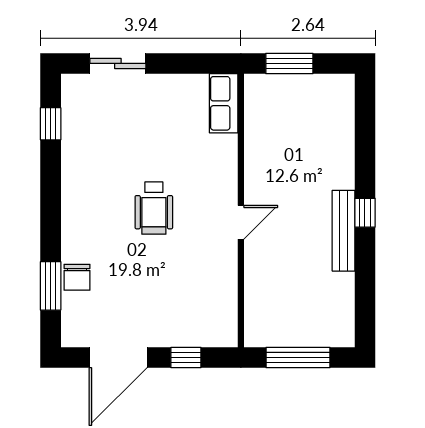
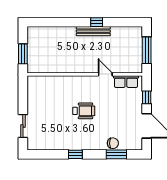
row of seats: (224, 103) -> (126, 82), moved
window: (51, 124) -> (75, 154), moved
window: (365, 213) -> (97, 22), moved
door: (241, 222) -> (105, 74), moved

